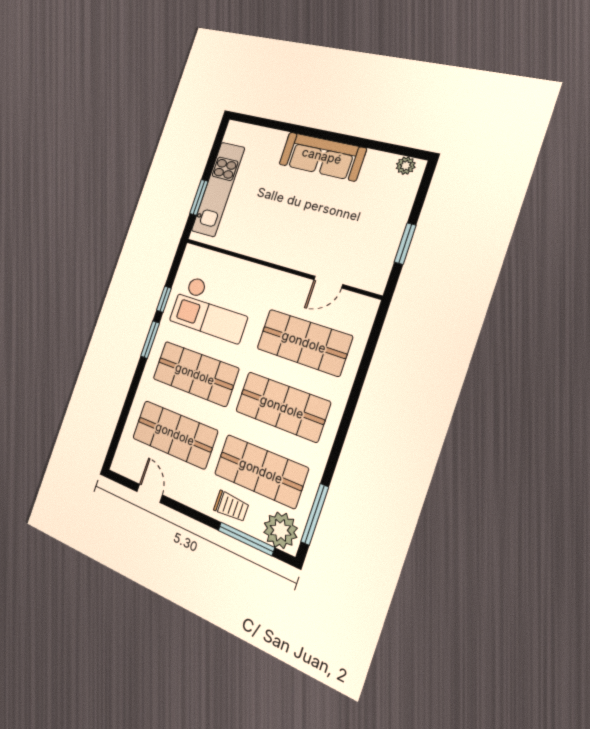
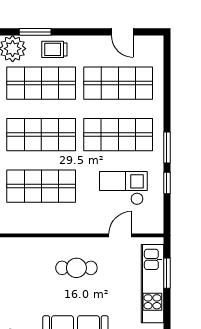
cafe table: (296, 230) -> (76, 268), added
door: (328, 282) -> (120, 235), moved
checkout: (211, 309) -> (123, 188), width x0.73, depth x0.83
window: (246, 539) -> (35, 32), width x0.69

